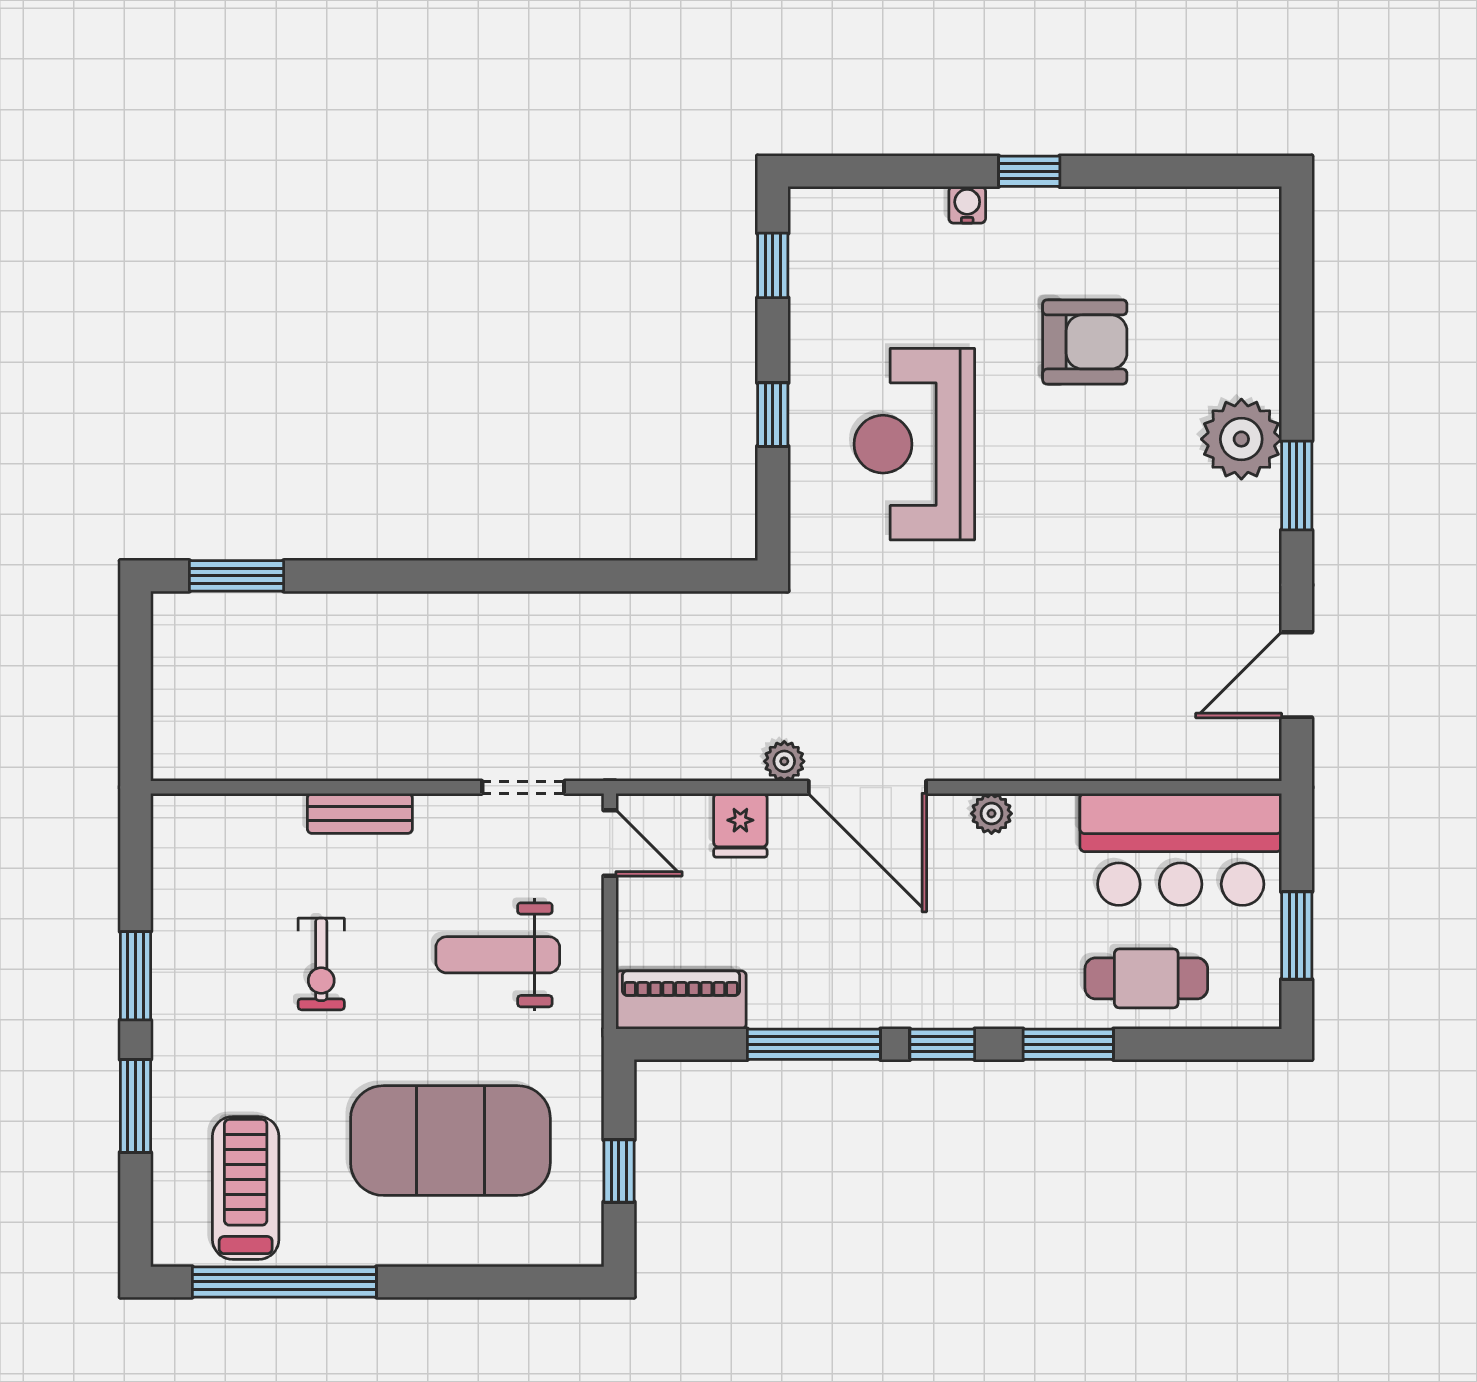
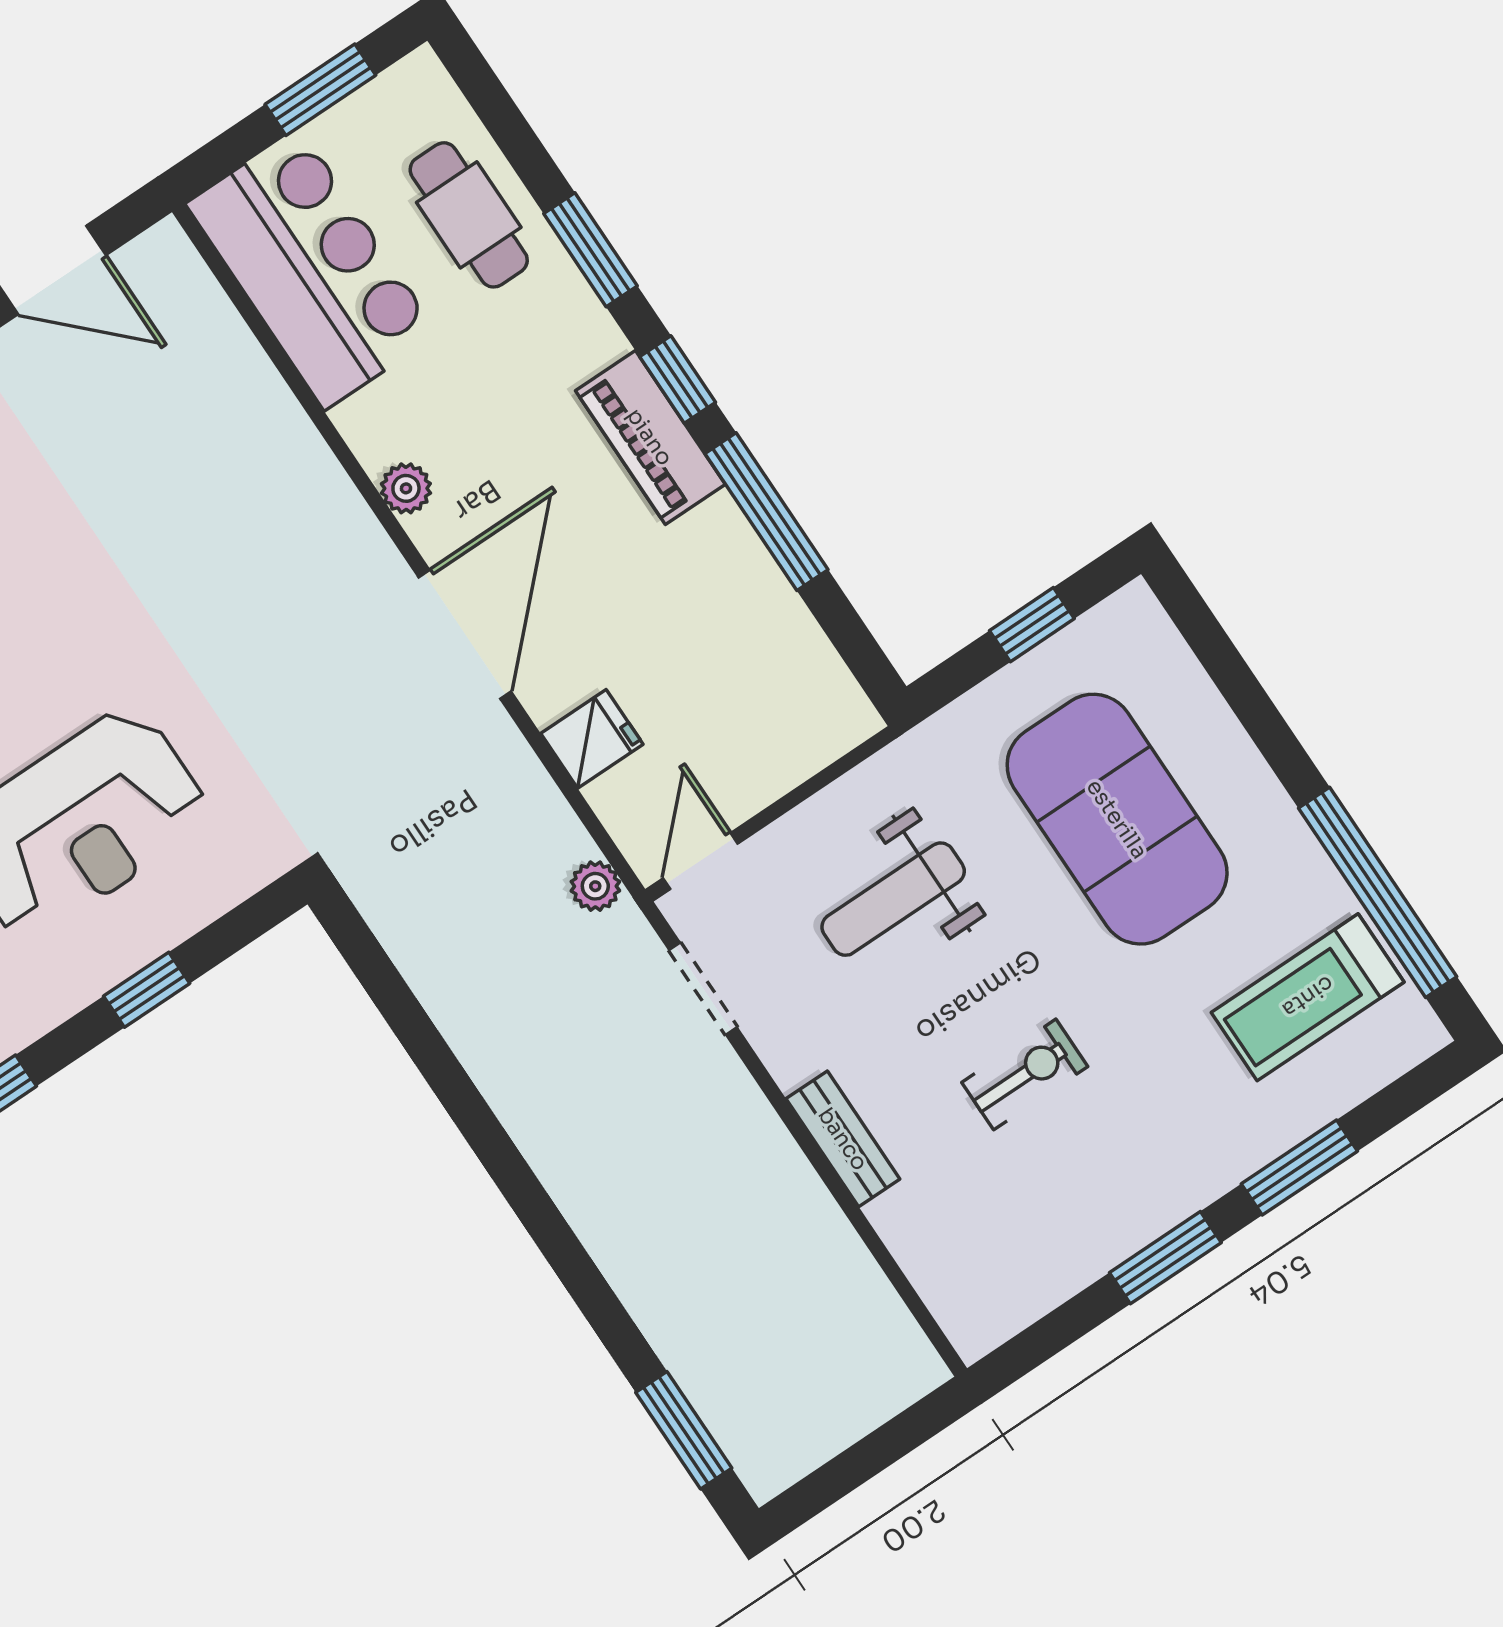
plant: (784, 761) -> (595, 886), moved
weight bench: (498, 955) -> (893, 899), turned 90
piano: (681, 1000) -> (650, 437), moved

